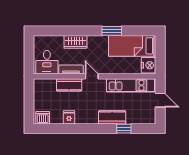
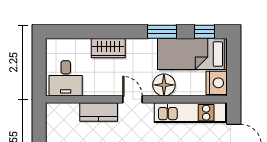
window: (140, 31) -> (205, 32), added
floor lamp: (113, 67) -> (164, 85), added
tv unit: (71, 70) -> (101, 89), removed

